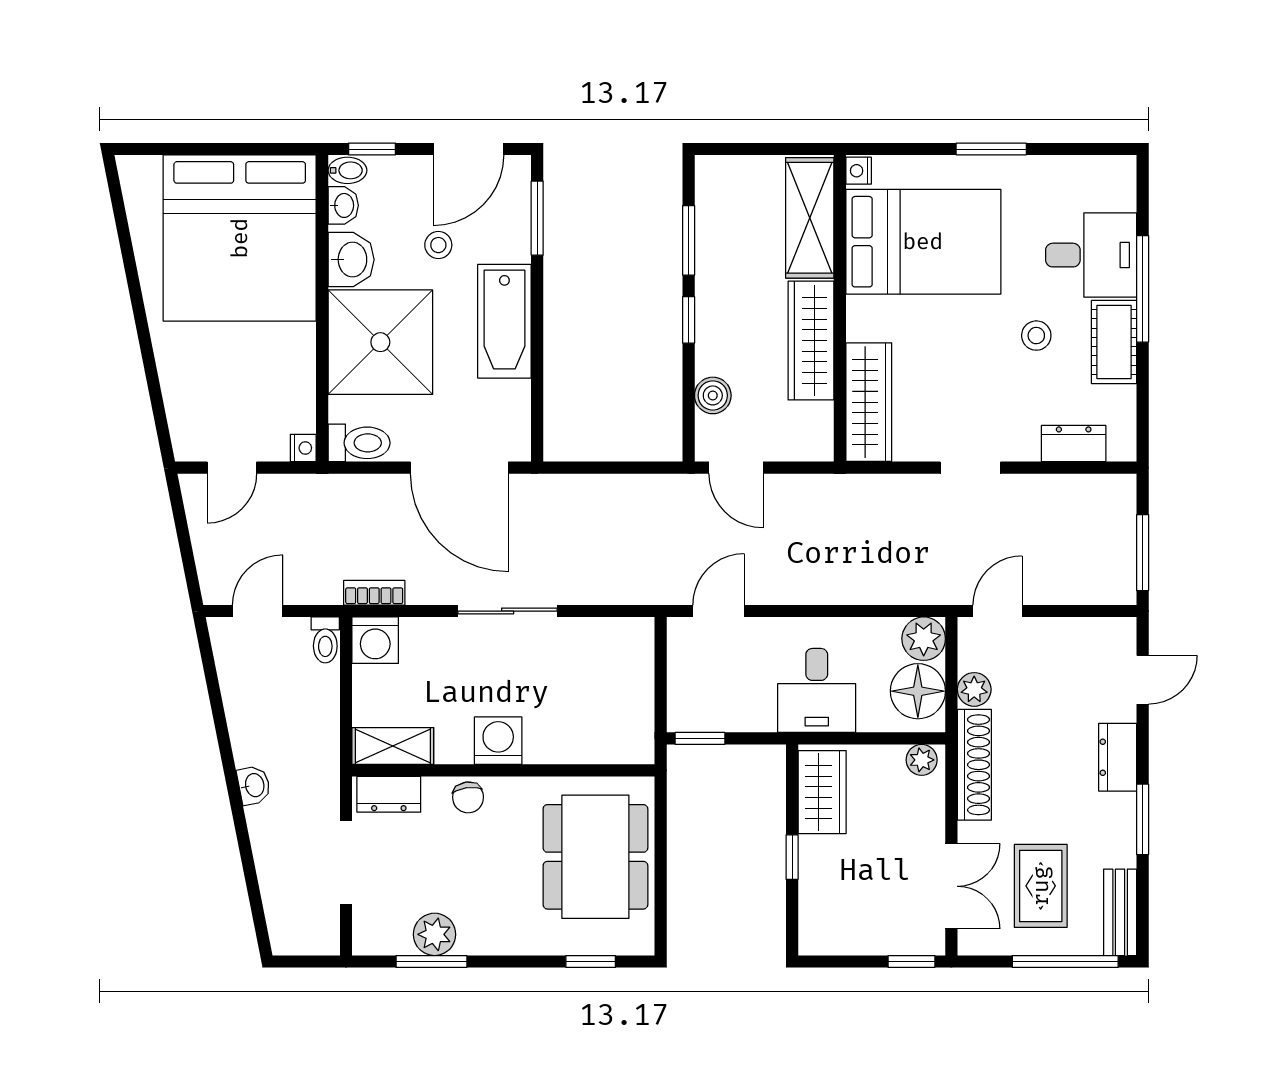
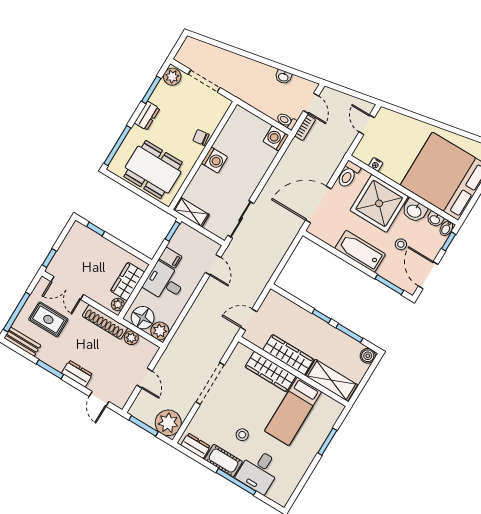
window: (991, 149) -> (327, 442), moved
nightstand: (859, 171) -> (338, 407), removed
bed: (923, 242) -> (293, 411), width x0.67
boiler: (713, 395) -> (368, 356), moved
wardrobe: (869, 402) -> (270, 372), moved
dresser: (1074, 444) -> (196, 446), moved, turned -90
nightstand: (303, 448) -> (376, 164), moved
door: (736, 468) -> (249, 320), moved
doorway: (970, 468) -> (210, 384), width x1.87
plant: (1105, 505) -> (168, 423), added
bookcase: (374, 593) -> (305, 128), moved
sliding door: (508, 611) -> (241, 219), moved
door: (998, 611) -> (145, 378), moved
filing cabinet: (757, 709) -> (170, 258), added
shelving: (393, 746) -> (191, 212), moved, turned 90
washbasin: (254, 785) -> (283, 77), moved
wardrobe: (822, 792) -> (128, 282), moved, turned 90
dresser: (389, 794) -> (147, 116), moved, turned 180
window: (792, 857) -> (96, 229), moved
plant: (435, 934) -> (172, 77), moved
window: (591, 961) -> (117, 146), width x2.17

